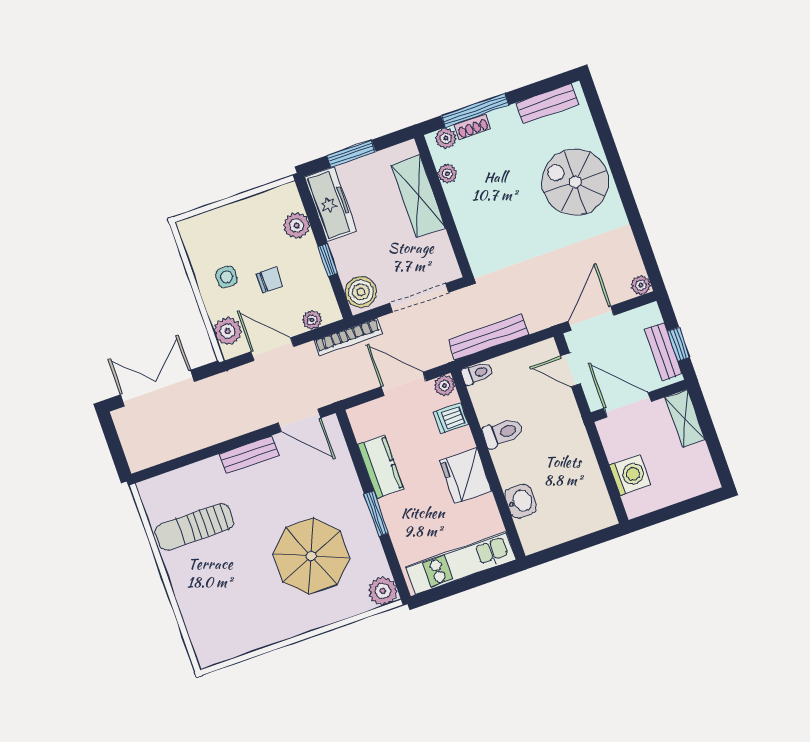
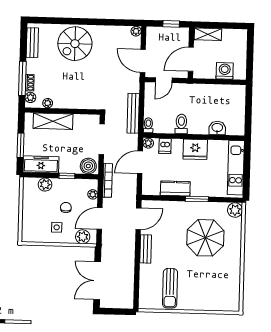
bench: (663, 352) -> (172, 33), removed

